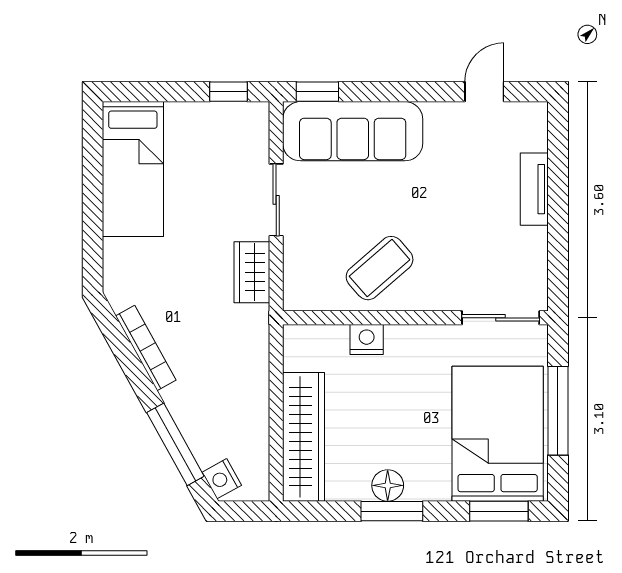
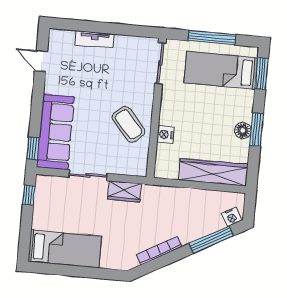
bed: (498, 434) -> (221, 70), width x0.67

